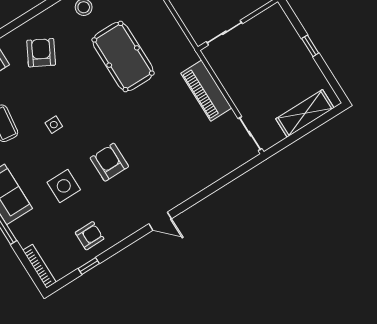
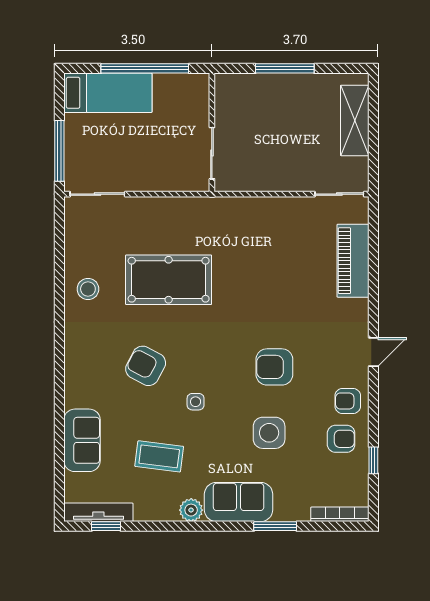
window: (310, 46) -> (285, 68), width x2.17
armchair: (41, 53) -> (146, 366), moved
piano: (206, 91) -> (353, 261), moved, turned 90
armchair: (117, 225) -> (348, 401), added
armchair: (90, 236) -> (341, 439), turned 90

